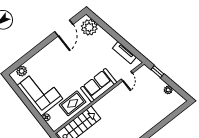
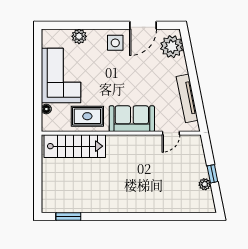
side table: (56, 50) -> (115, 43), added
tv unit: (124, 53) -> (187, 98), width x1.41
plant: (22, 71) -> (79, 36), moved
window: (157, 72) -> (212, 174), moved

